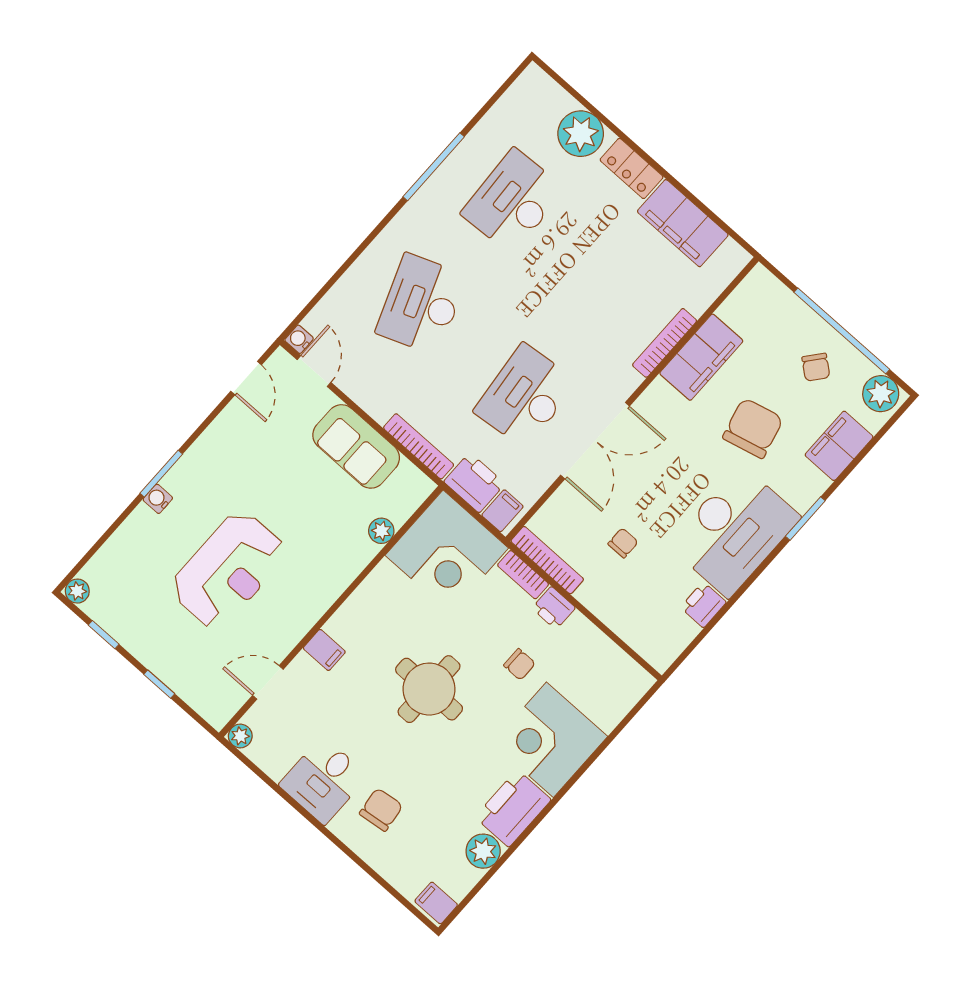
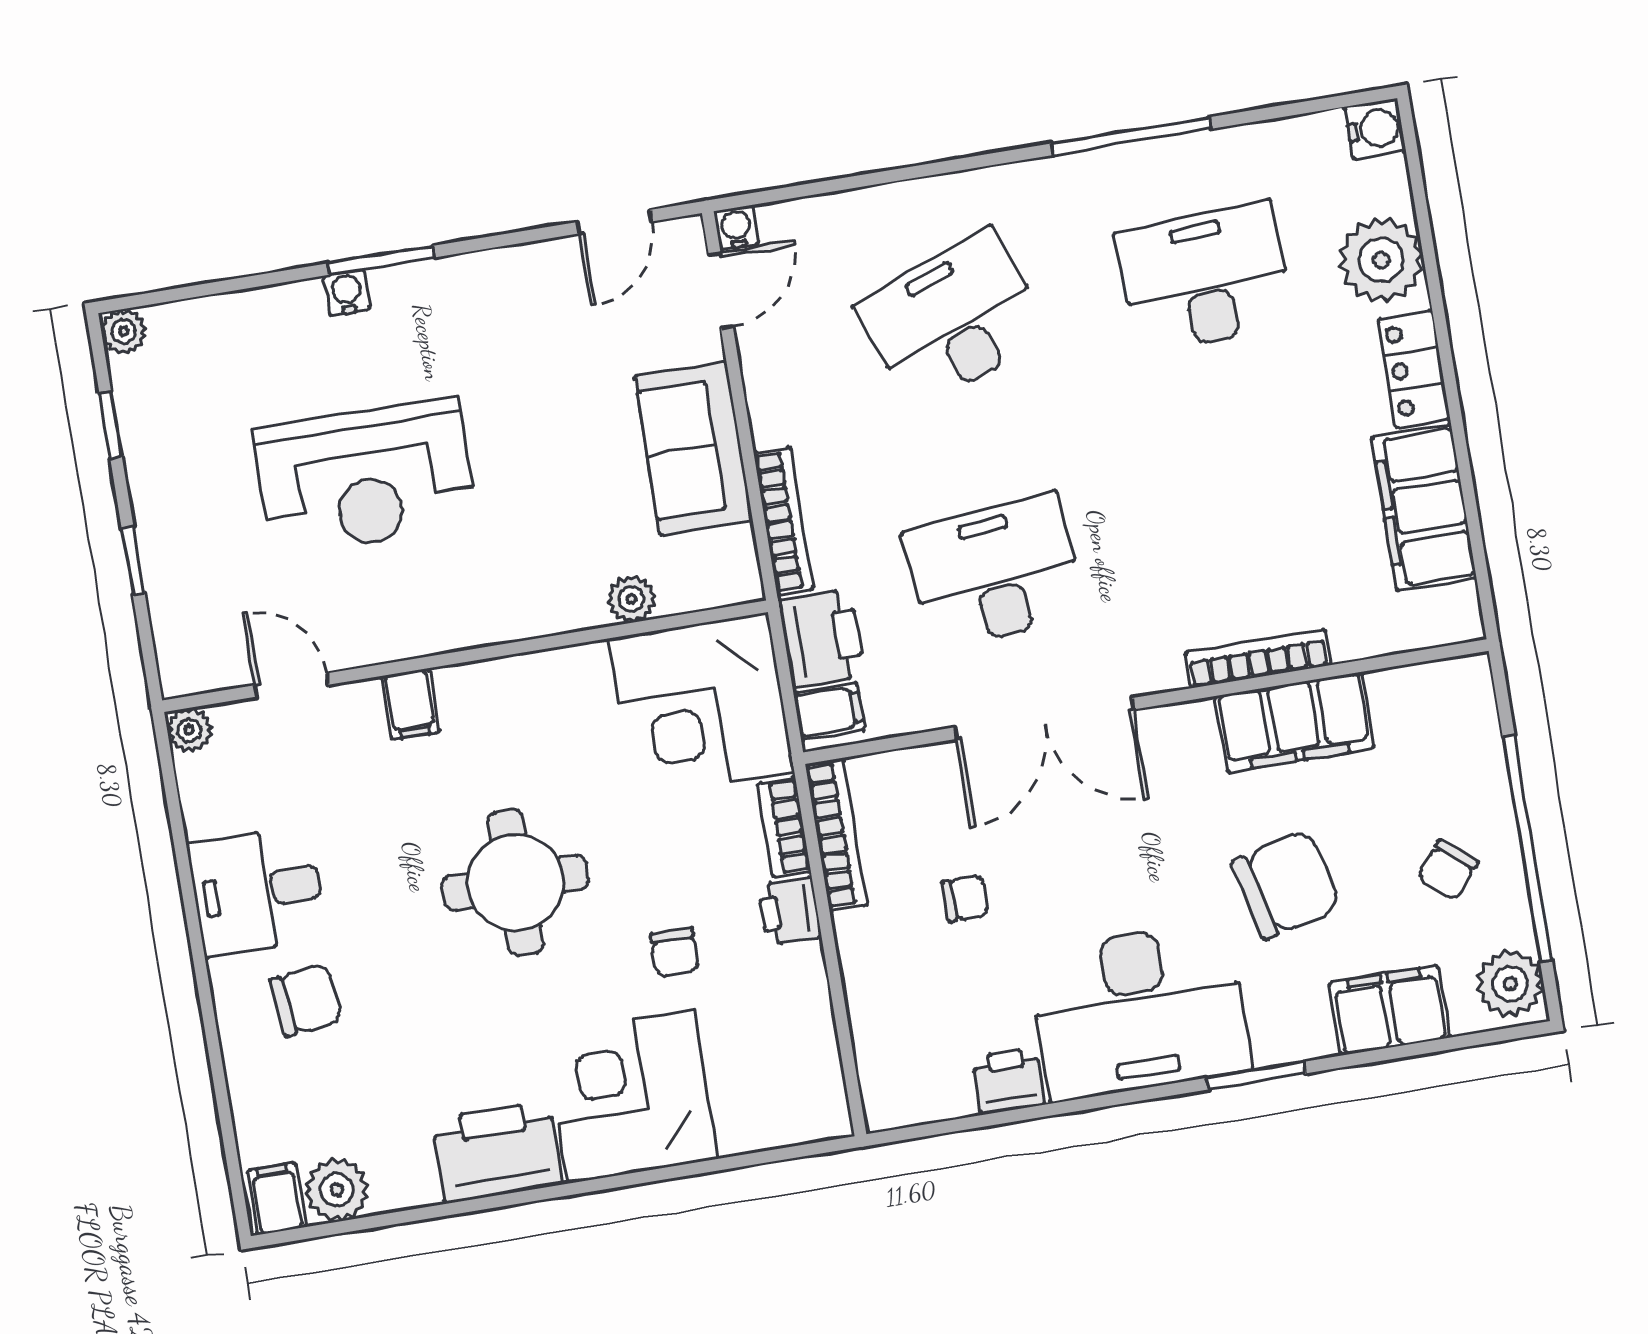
water cooler: (534, 81) -> (1375, 129), added
plant: (483, 851) -> (337, 1190), moved

